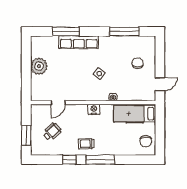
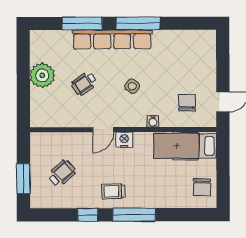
window: (124, 31) -> (138, 23), moved
row of seats: (79, 42) -> (112, 39), width x1.36
chair: (138, 63) -> (187, 103), moved
wheelchair: (67, 72) -> (84, 83), added
door: (58, 103) -> (103, 130), moved

